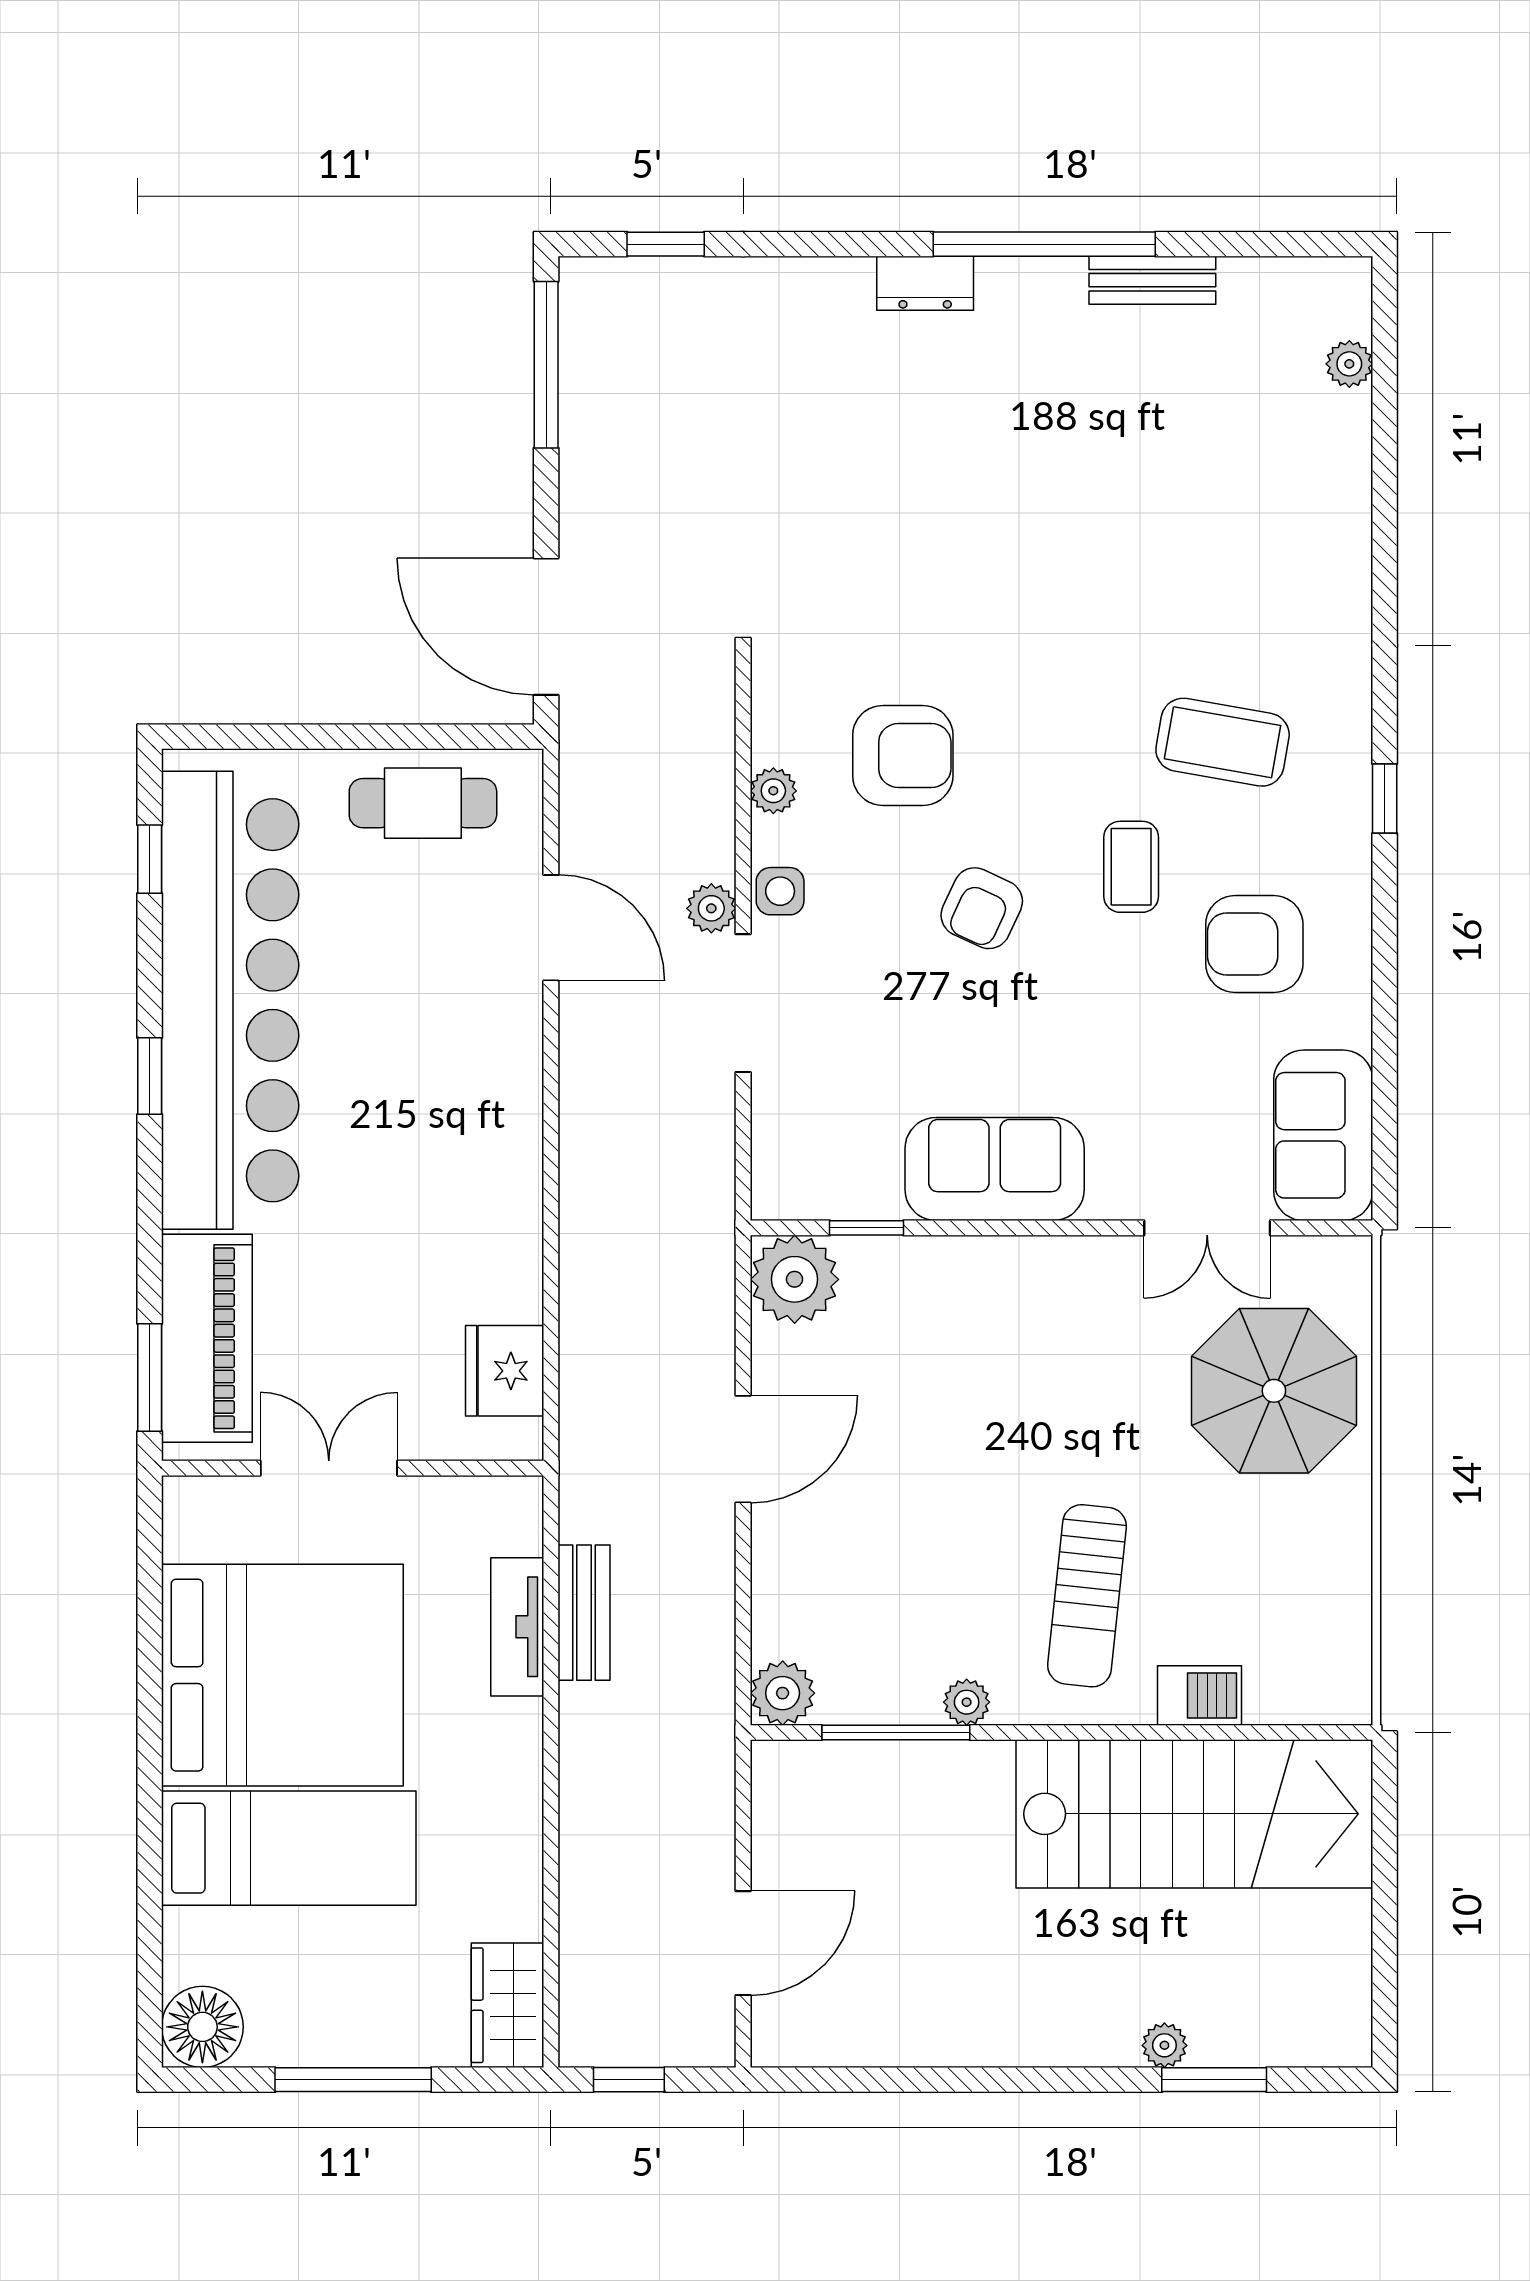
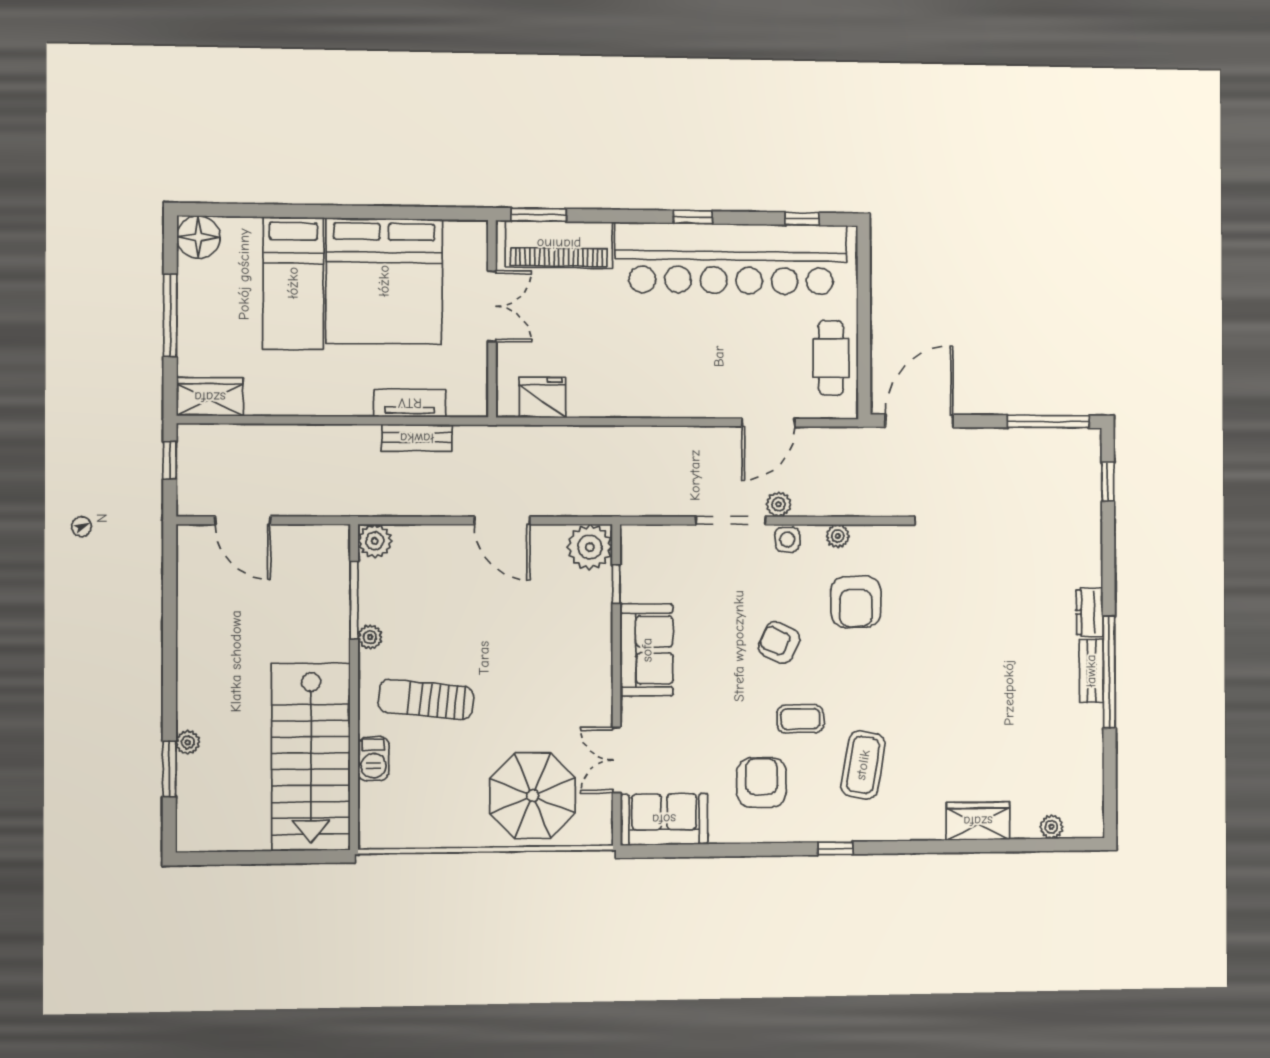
bench: (1152, 280) -> (1091, 671), moved
wardrobe: (1336, 513) -> (978, 821), added

